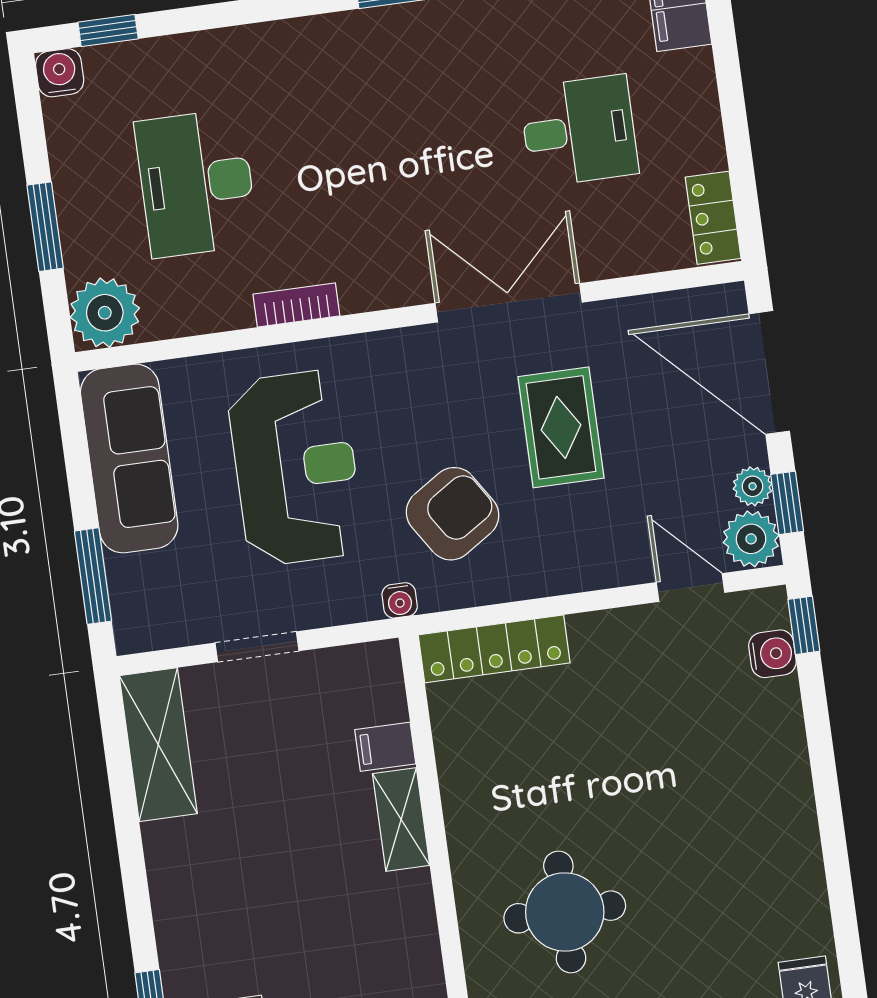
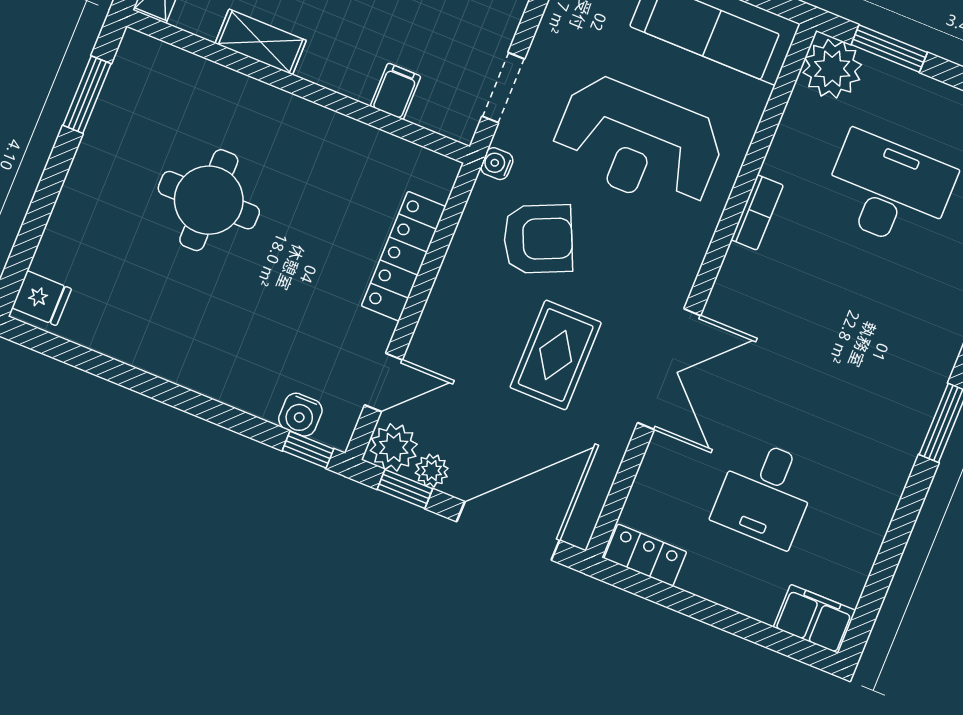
window: (45, 227) -> (889, 48), moved
rug: (561, 427) -> (556, 355), turned 90
armchair: (453, 514) -> (538, 239), turned -81
doorway: (257, 647) -> (503, 88), moved
locker: (494, 649) -> (404, 256), moved
shelving: (401, 819) -> (261, 42), moved
round table: (565, 912) -> (209, 200), moved

